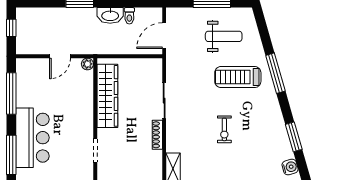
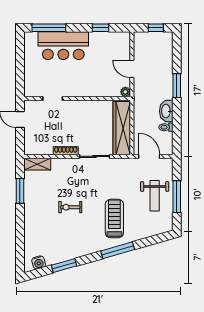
weight bench: (224, 36) -> (155, 196), moved
window: (11, 94) -> (100, 28), width x0.46
wardrobe: (107, 96) -> (122, 128), moved, turned 90

